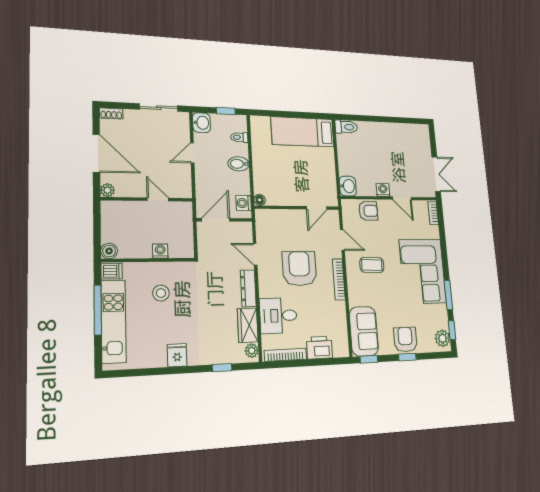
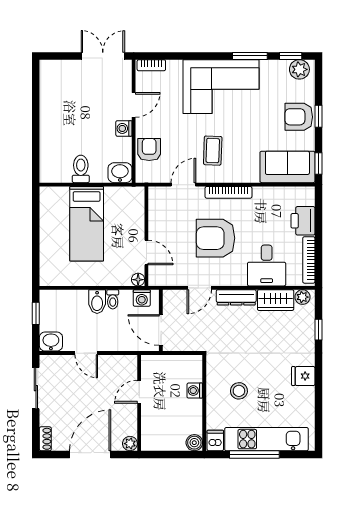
toilet: (346, 127) -> (81, 169), moved
bed: (303, 132) -> (87, 224), moved
toilet: (239, 137) -> (113, 299), moved
door: (317, 208) -> (146, 252), moved

